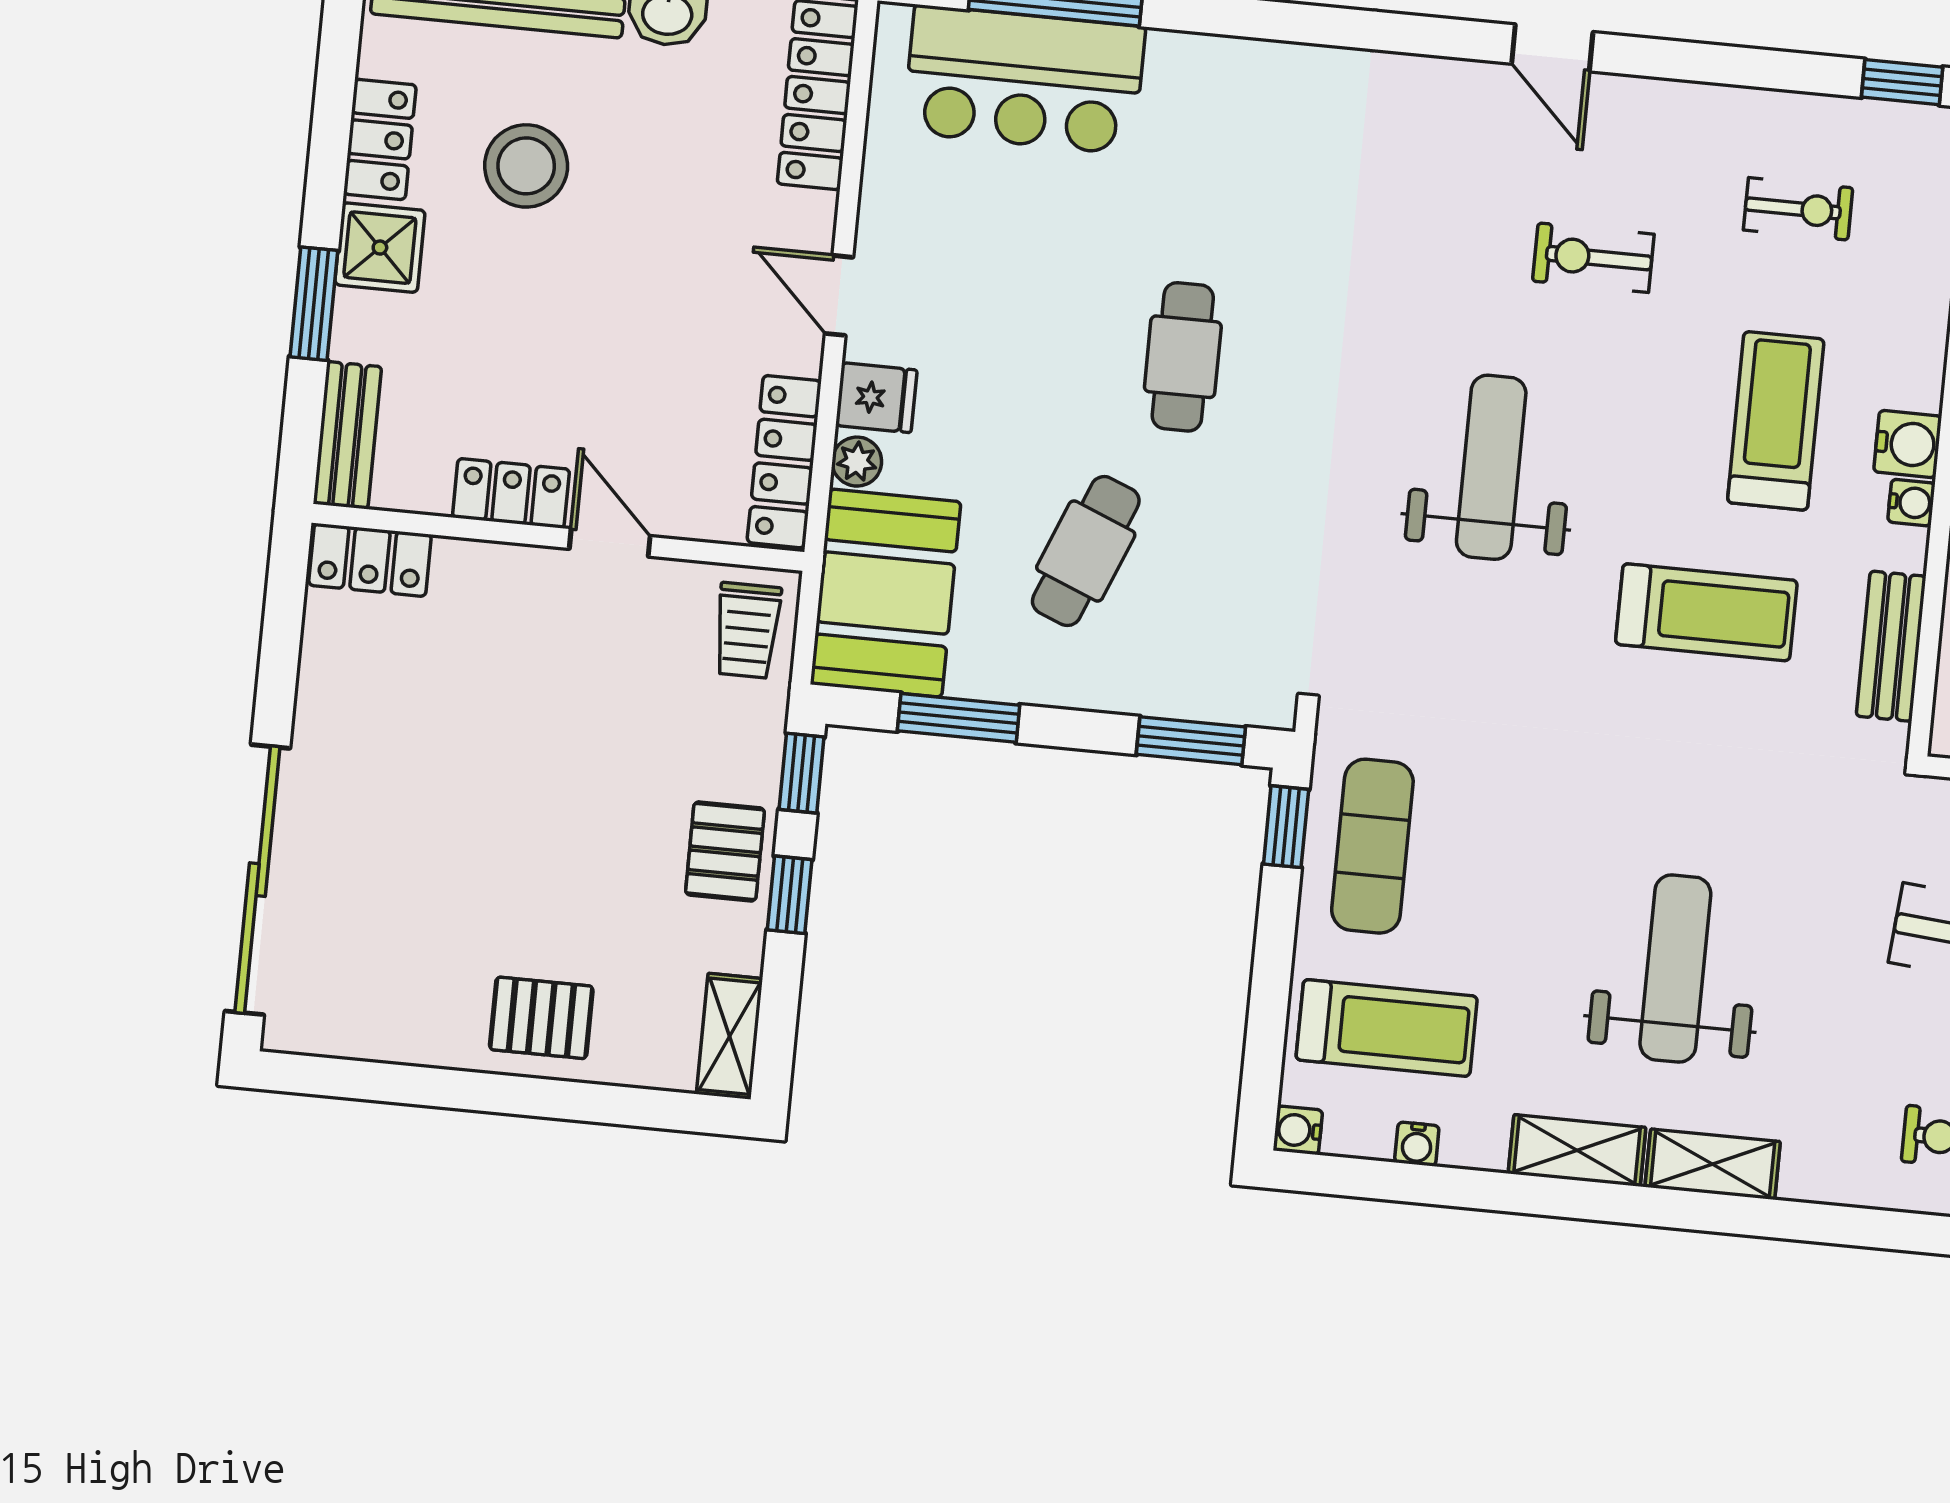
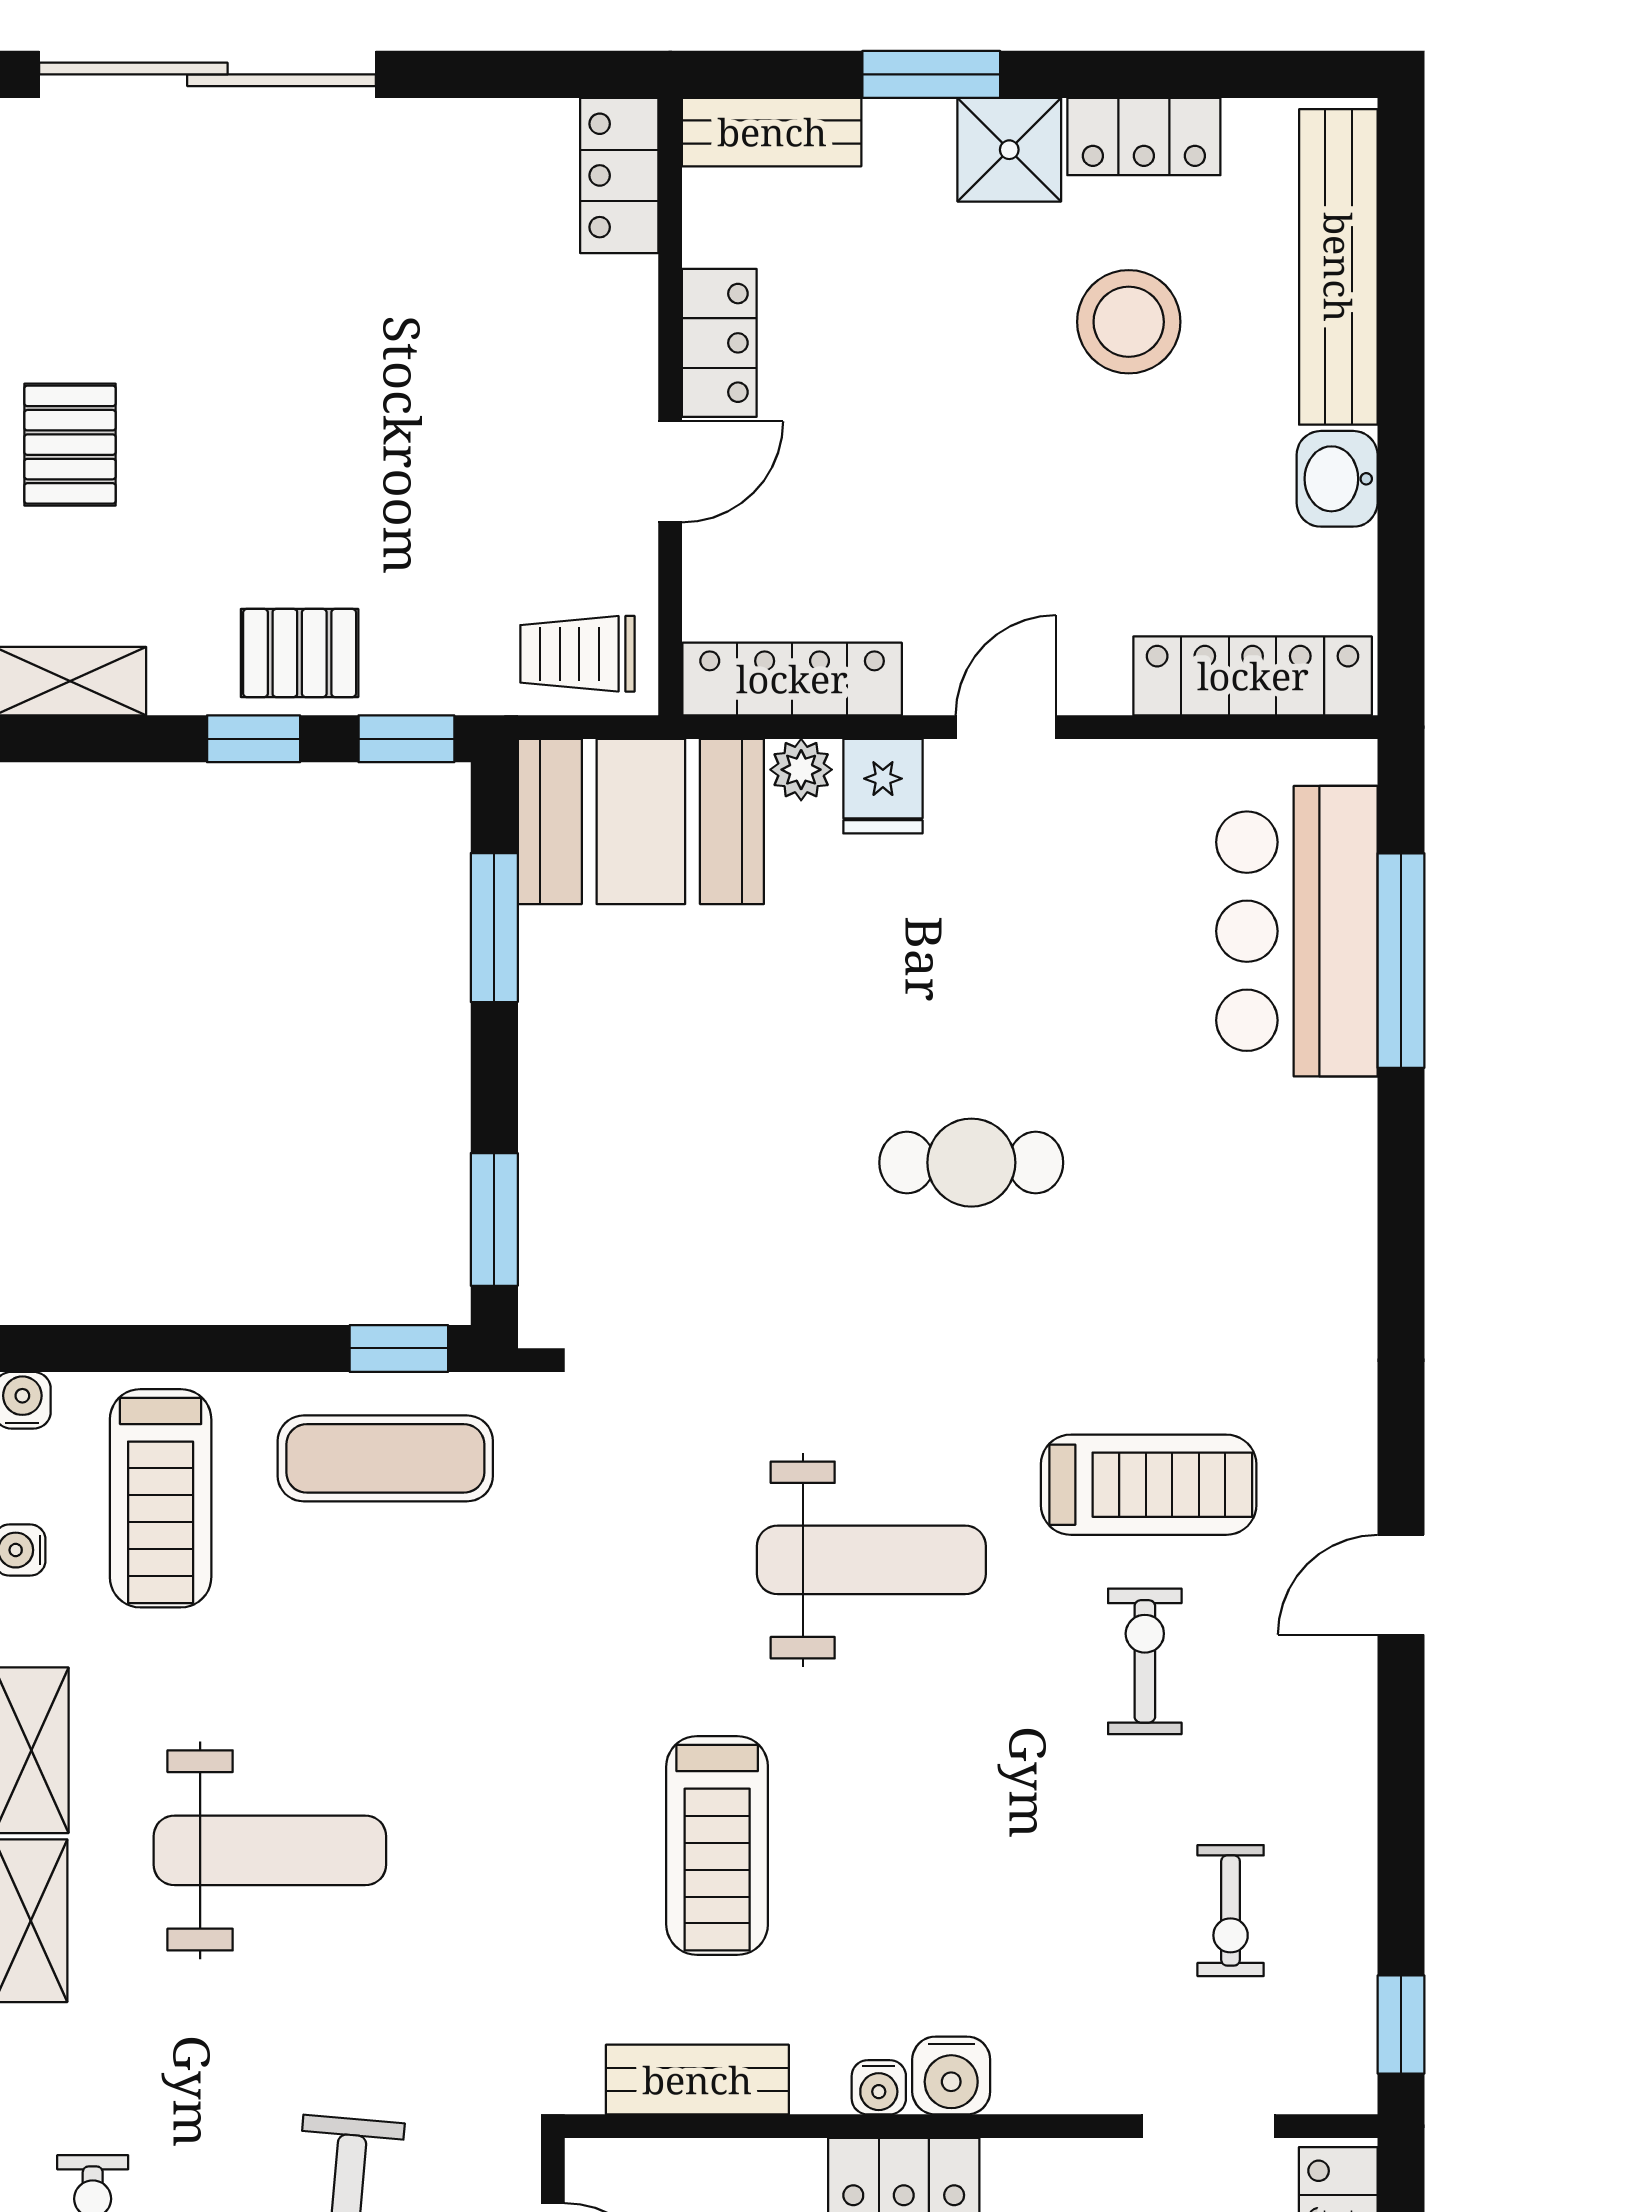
treadmill: (1776, 421) -> (1149, 1485), moved
cafe table: (1086, 551) -> (718, 1065), removed

